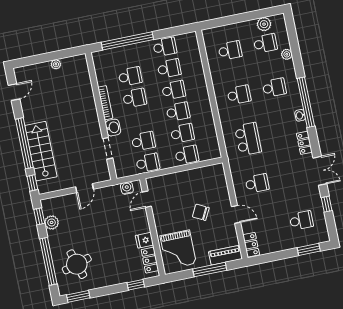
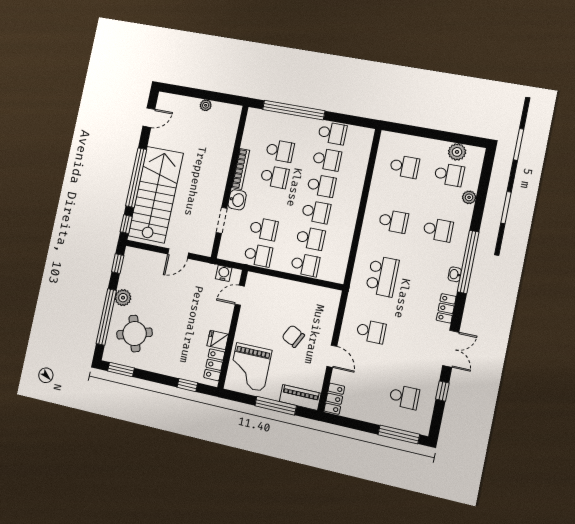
stairs: (41, 151) -> (156, 195), width x1.36, depth x1.51
plant: (52, 222) -> (123, 298), moved
window: (309, 249) -> (399, 434), width x1.44

